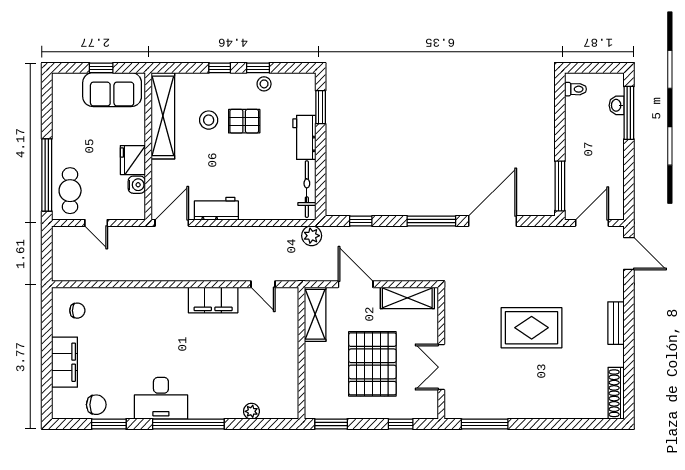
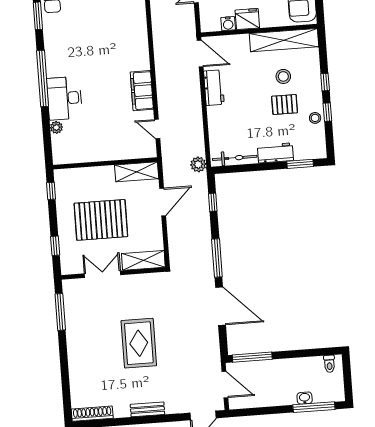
washbasin: (617, 105) -> (305, 398), moved
pallet: (244, 121) -> (285, 105), turned 90
door: (263, 284) -> (157, 129), hinge flipped
shelving: (407, 298) -> (143, 260), moved, turned 90
desk: (161, 398) -> (64, 98), moved
window: (331, 424) -> (51, 191), width x0.67

